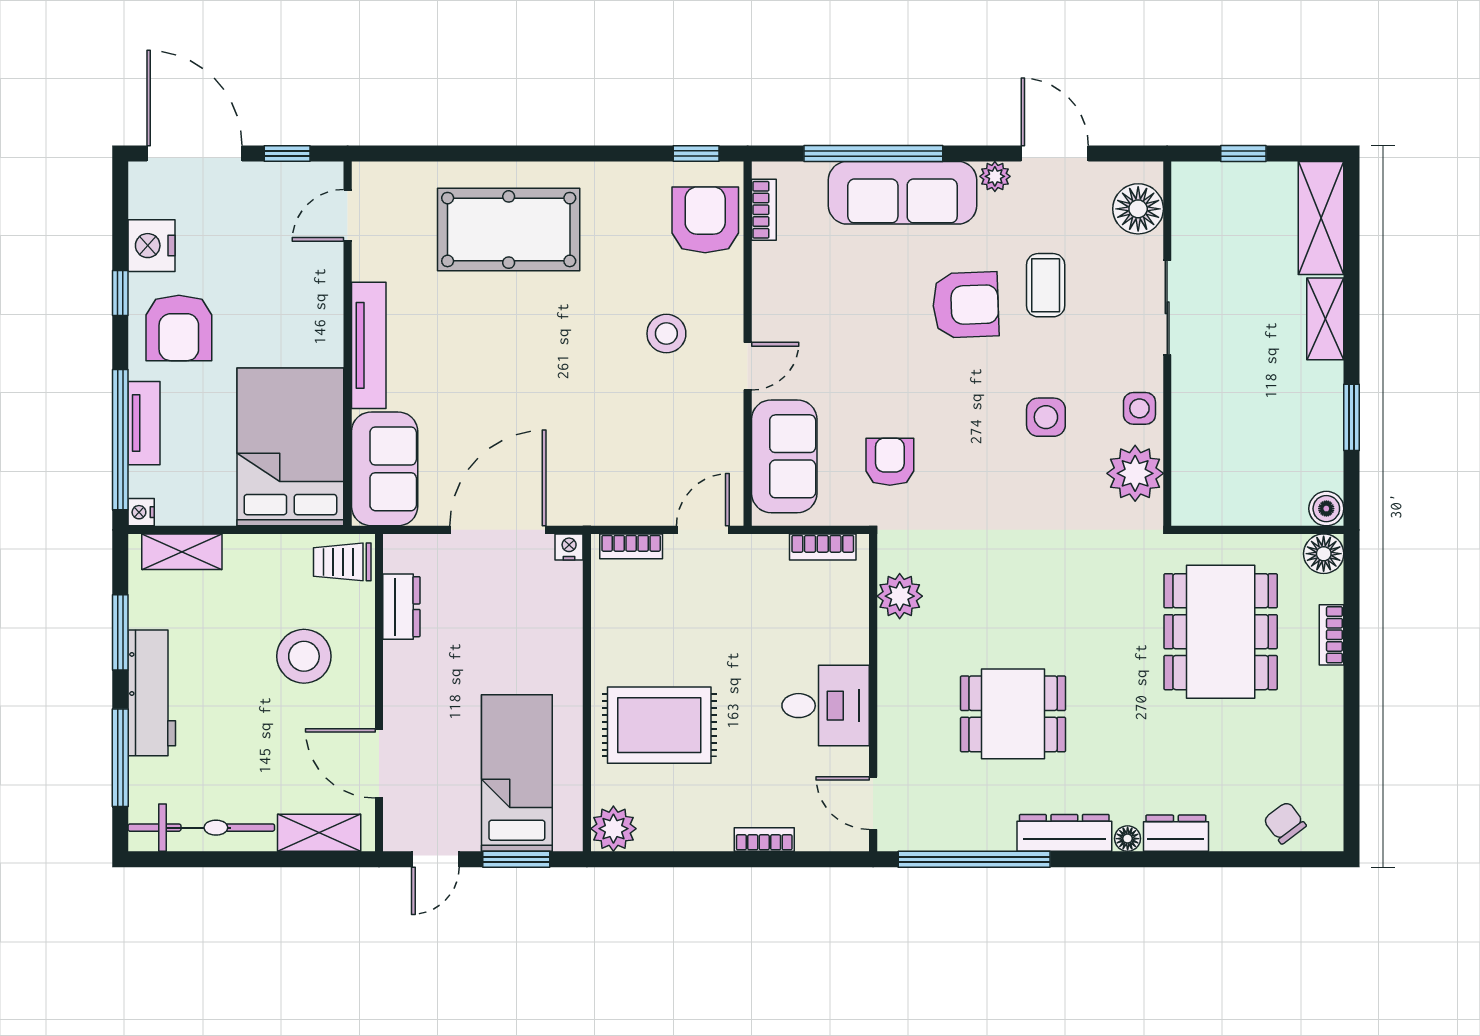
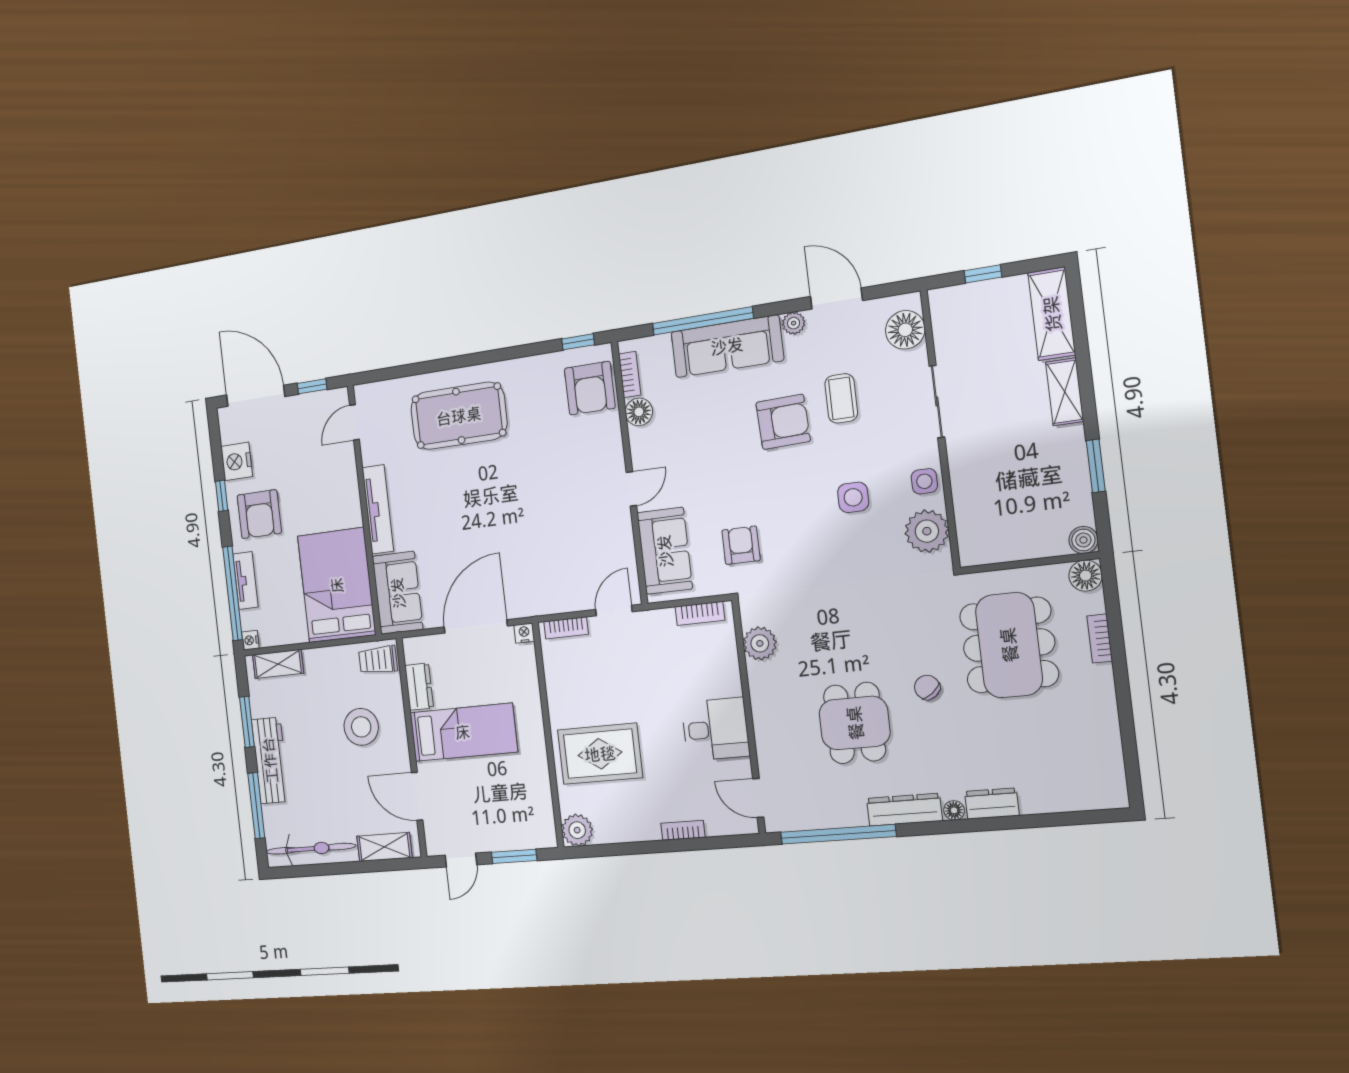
armchair: (705, 220) -> (590, 388), turned 180
floor lamp: (771, 263) -> (639, 412), added
stool: (666, 334) -> (573, 473), removed
dining table: (1013, 714) -> (855, 723), turned 90
bed: (517, 773) -> (463, 732), moved, turned 90
chair: (1285, 823) -> (927, 687), moved

